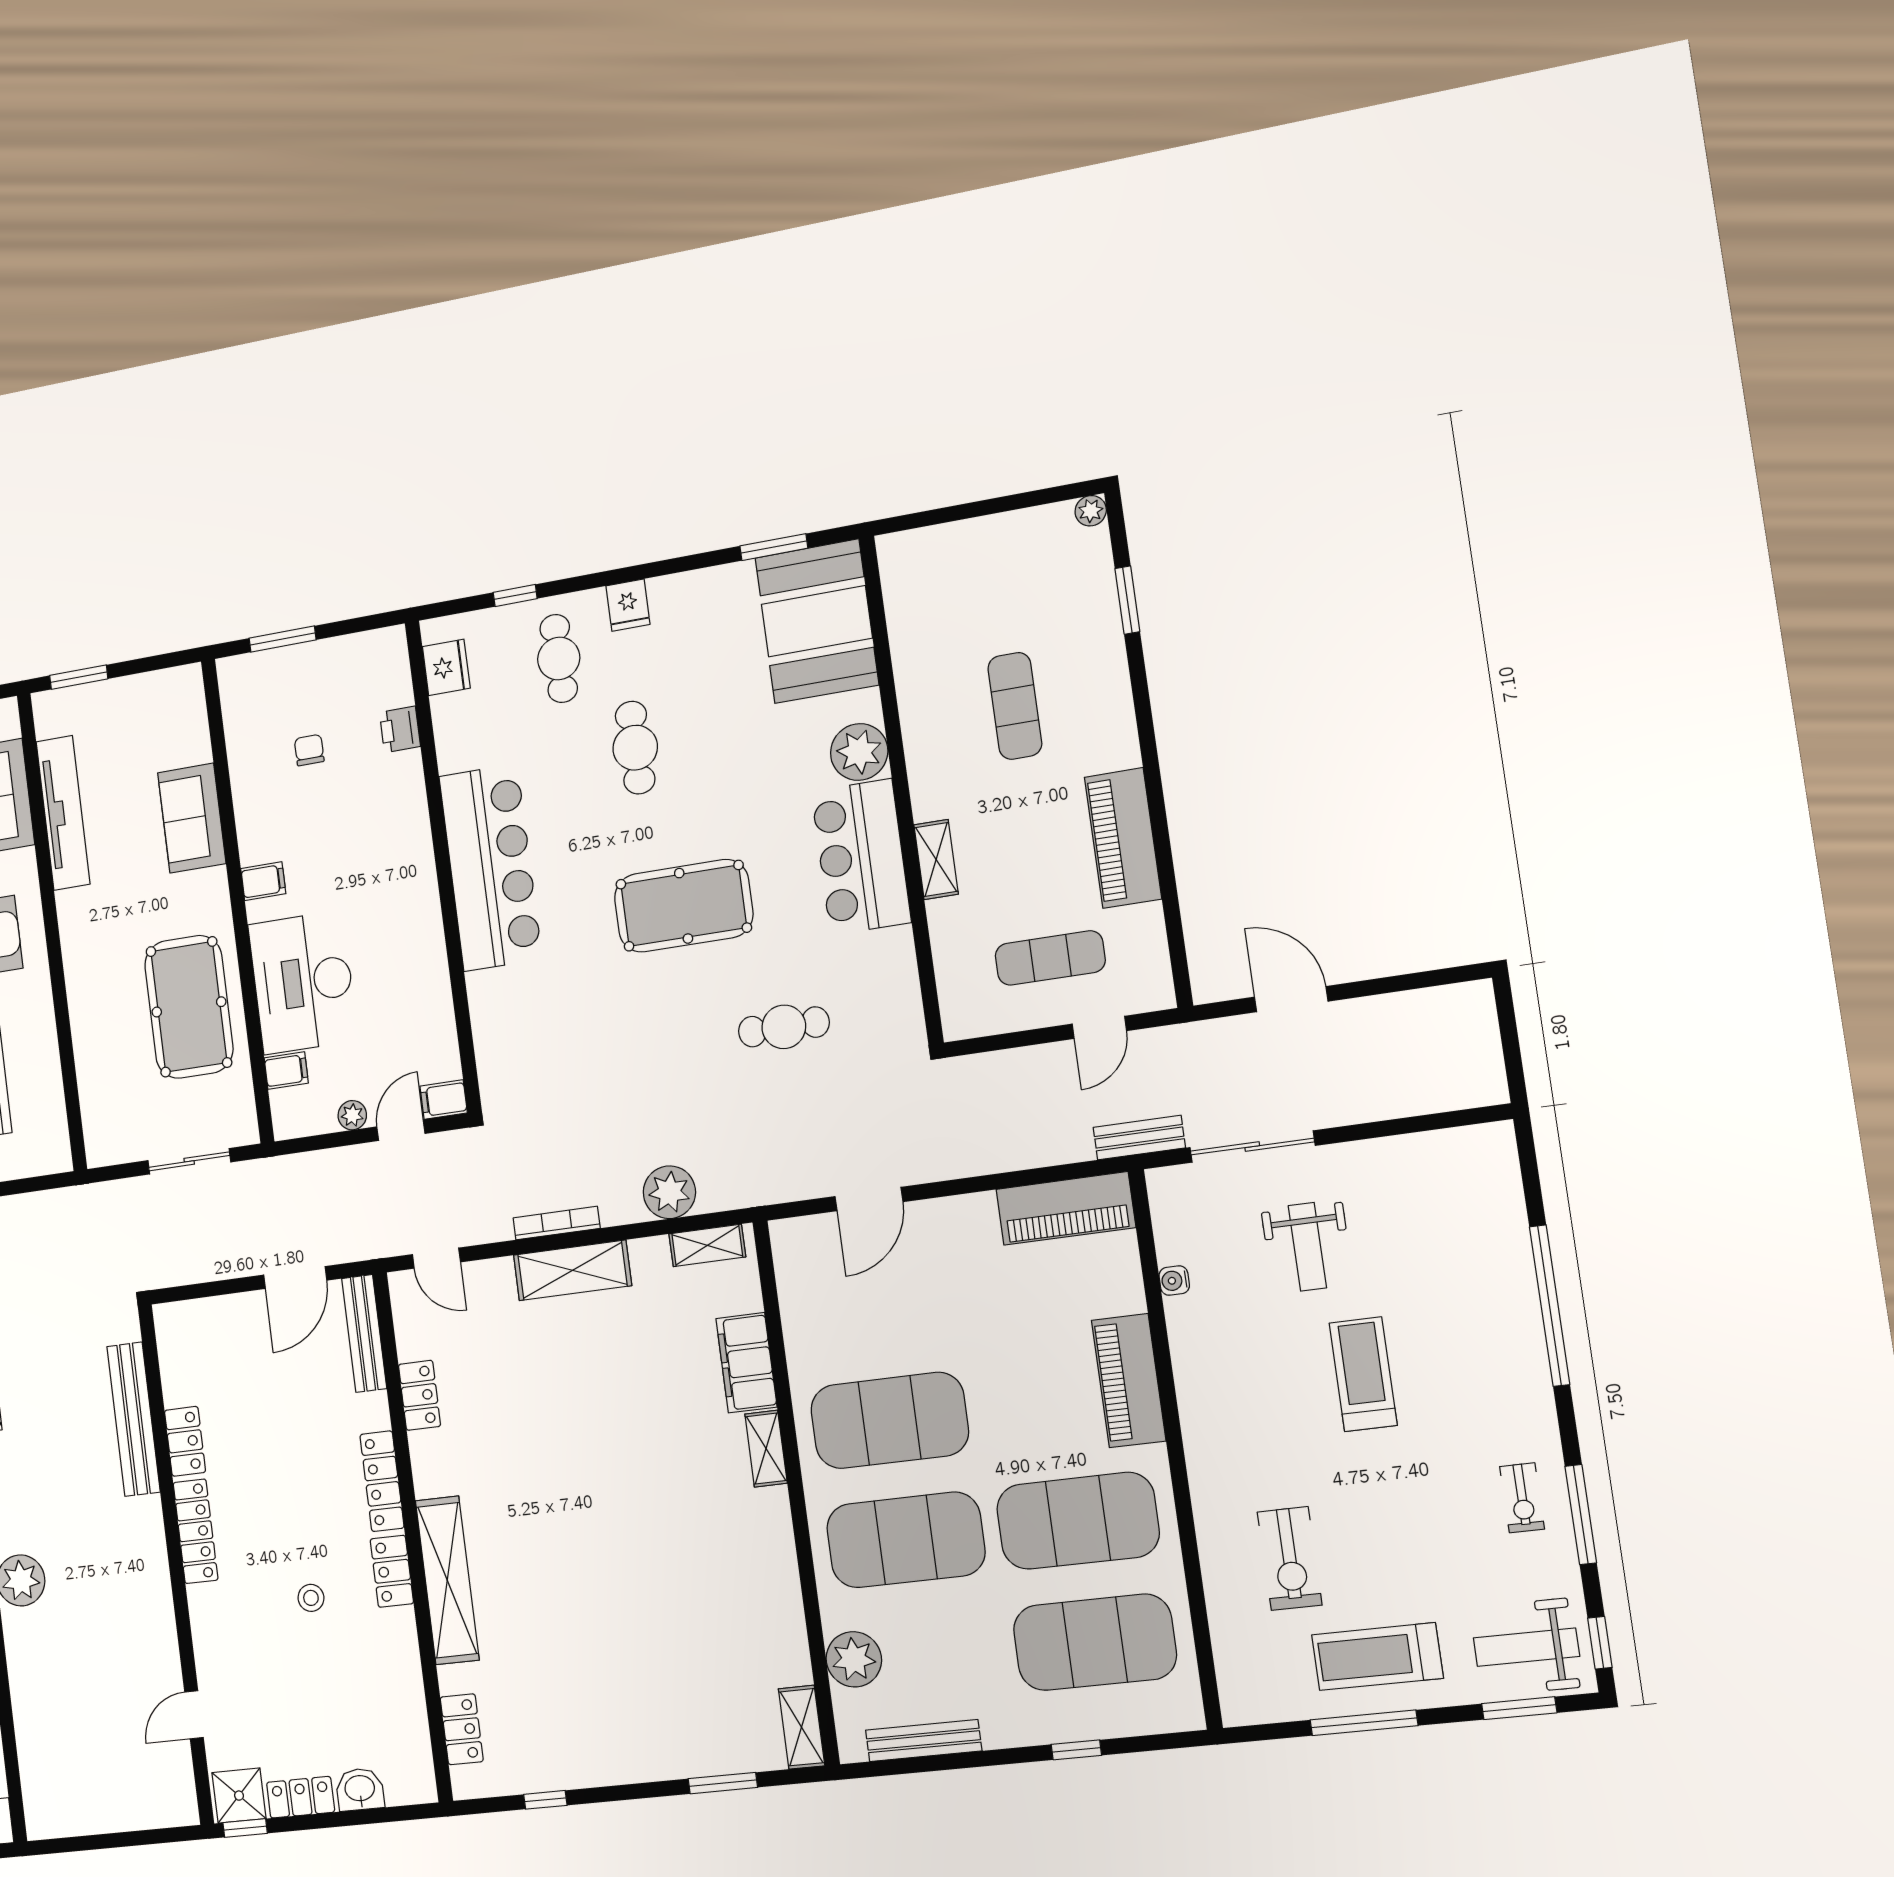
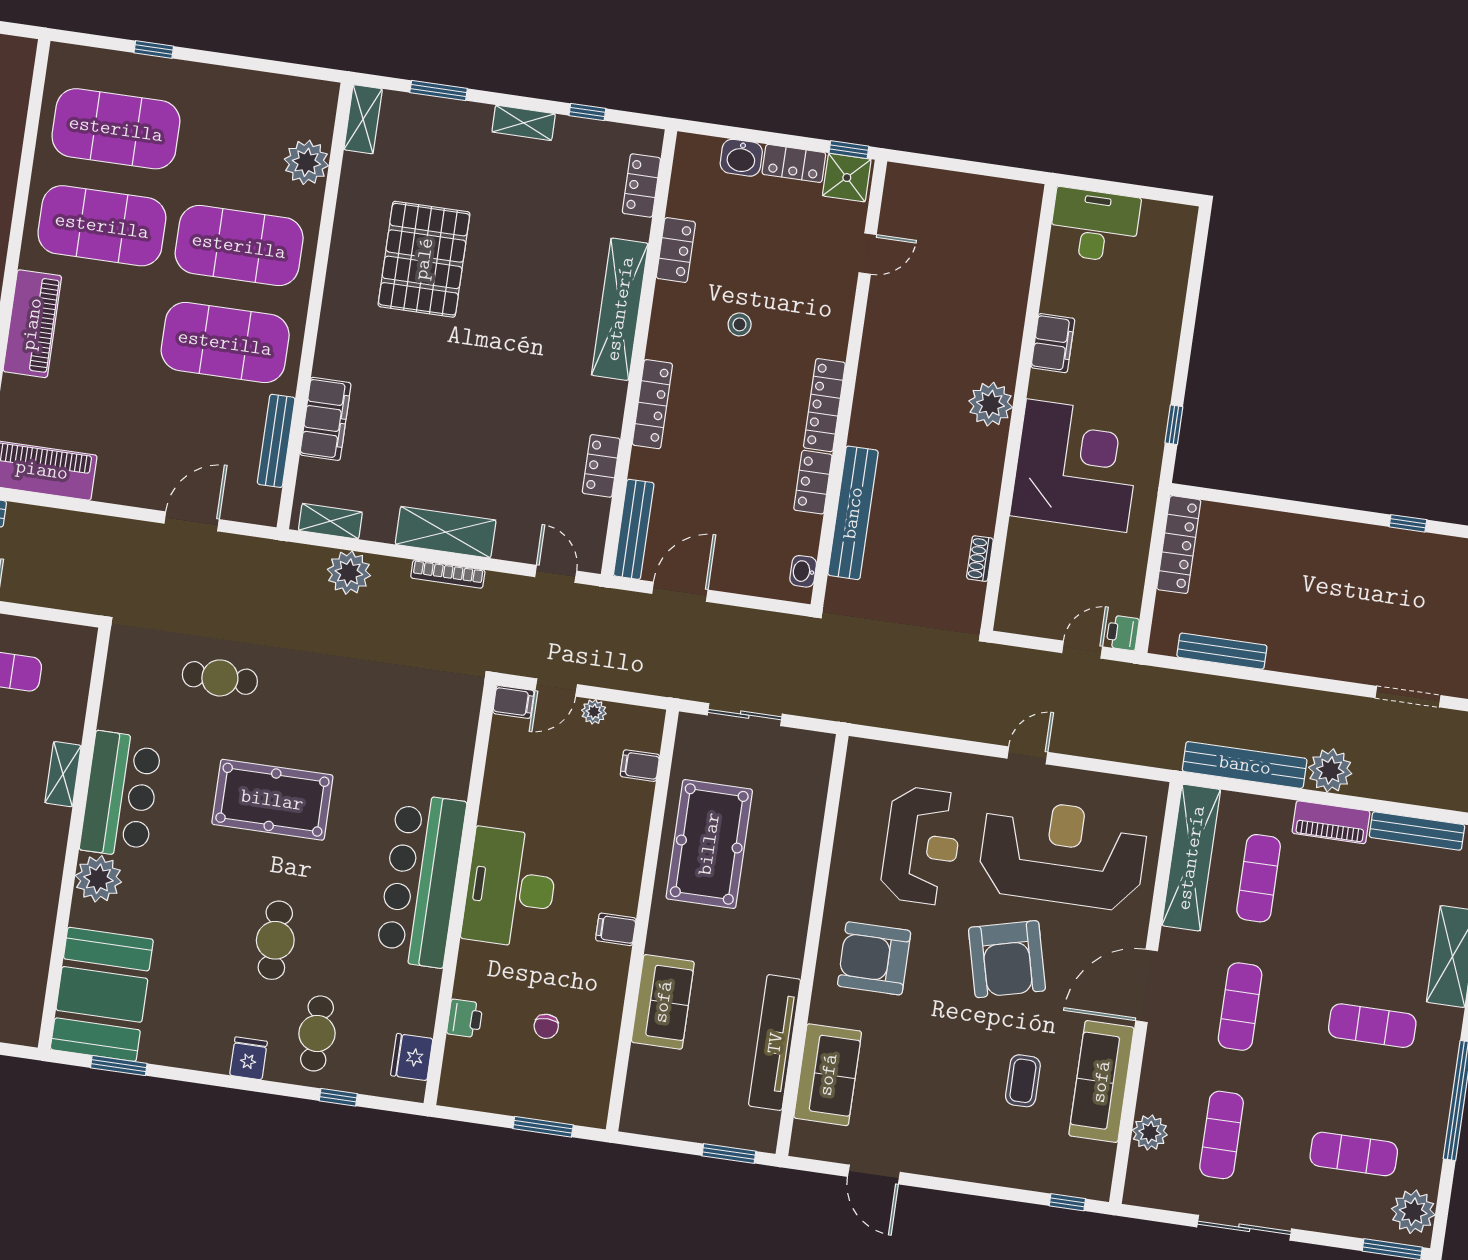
desk: (303, 982) -> (510, 888), moved, turned 180
washbasin: (169, 1339) -> (803, 571), added
shelving: (766, 1449) -> (524, 123), moved, turned 90
locker: (392, 1571) -> (676, 250), moved
pallet: (685, 1580) -> (424, 259), added
bench: (924, 1741) -> (276, 441), moved, turned 90

